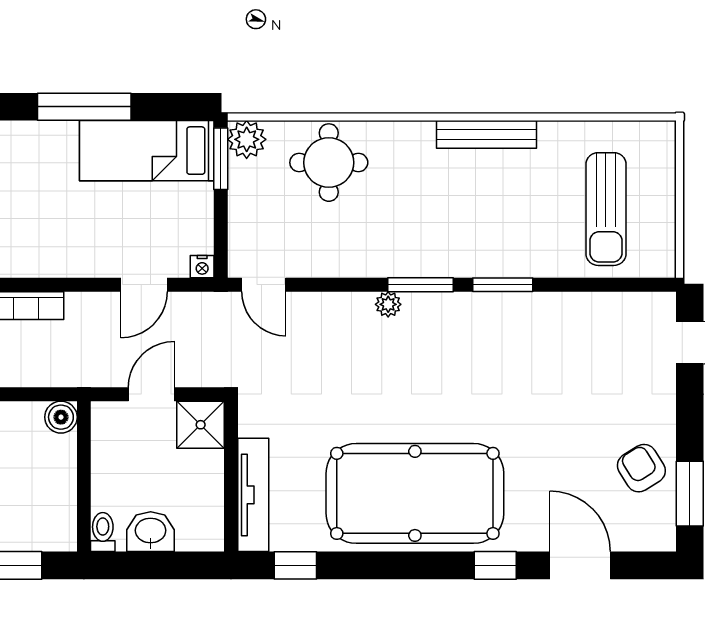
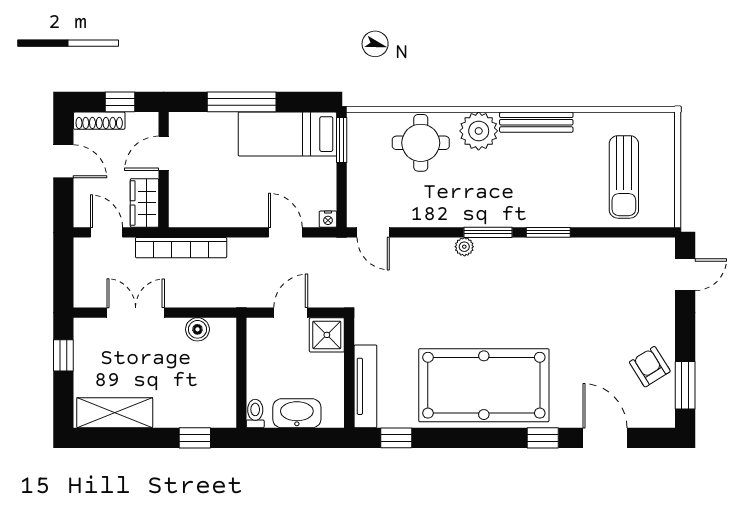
plant: (247, 139) -> (479, 131), moved, width x1.36, depth x1.36
door: (144, 285) -> (285, 232), swing flipped
boiler: (61, 417) -> (197, 329), moved
washbasin: (151, 532) -> (297, 413), width x1.38

